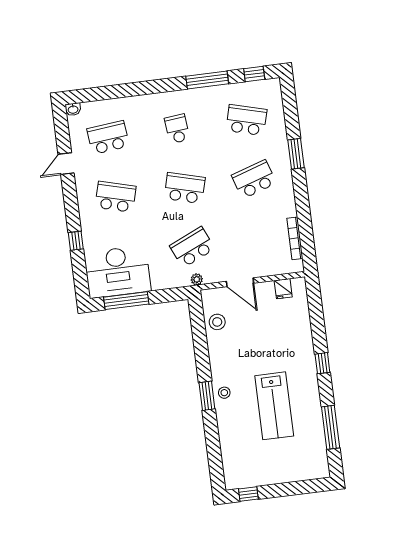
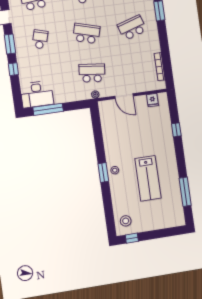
school desk: (116, 197) -> (40, 39), width x0.54
window: (71, 204) -> (10, 44), added
school desk: (192, 247) -> (92, 73), turned 30
desk: (117, 272) -> (37, 94), width x0.73, depth x0.77
stool: (217, 322) -> (126, 221), moved
window: (322, 363) -> (176, 130), moved

